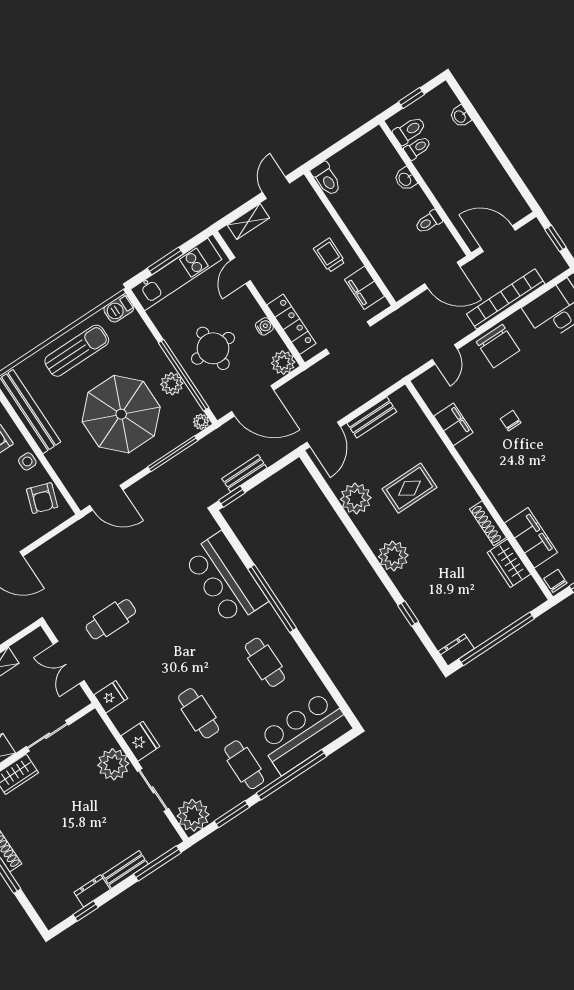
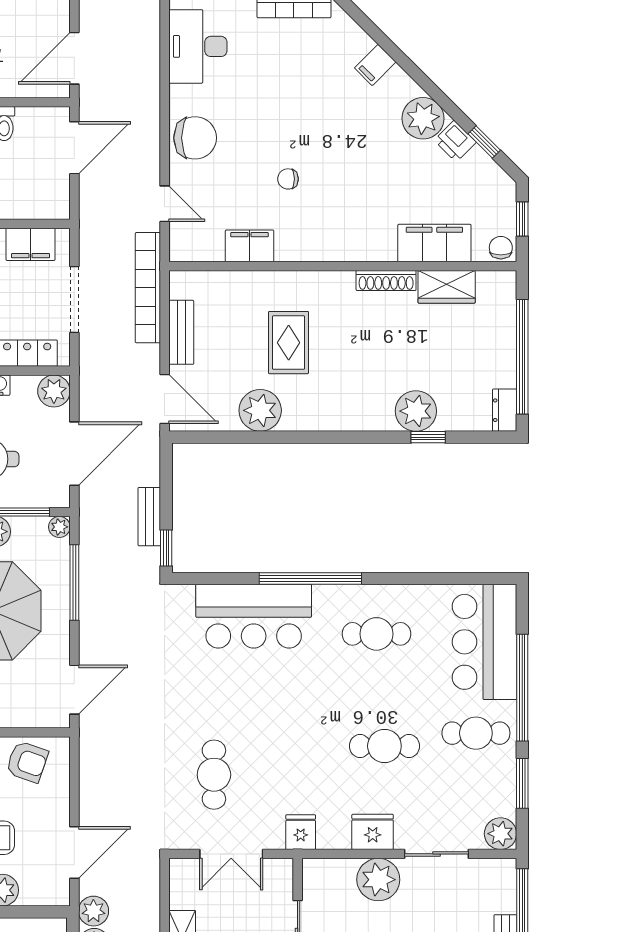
bookcase: (506, 299) -> (148, 288), moved
plant: (393, 556) -> (416, 411), moved
chair: (555, 581) -> (501, 248), turned 90
plant: (193, 815) -> (501, 834), width x0.73, depth x0.73

